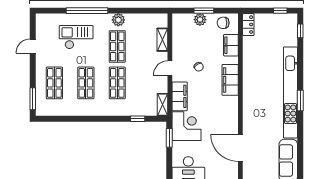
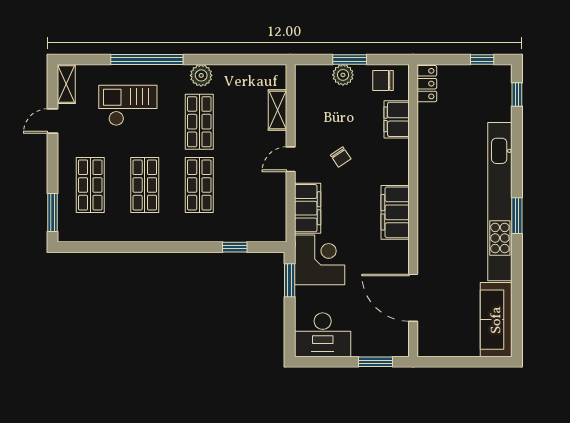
filing cabinet: (230, 80) -> (395, 212), moved
shelving: (163, 105) -> (66, 84), moved

